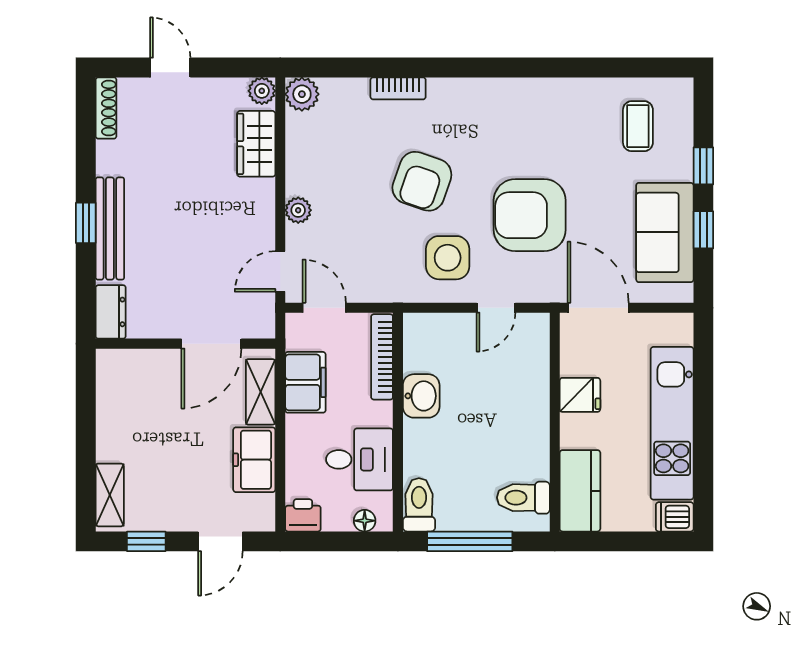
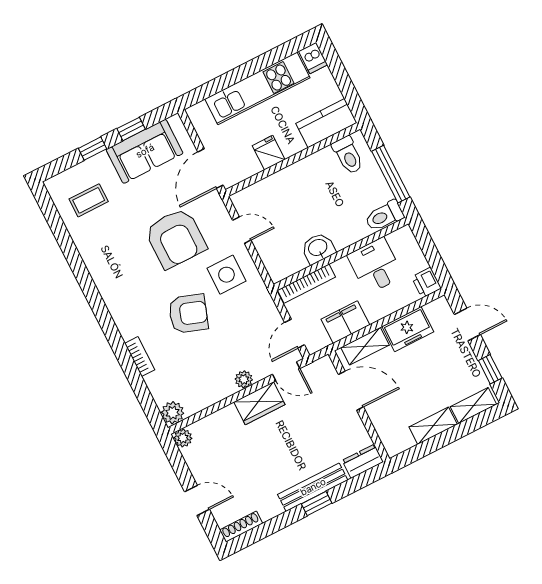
door: (170, 67) -> (197, 500), swing flipped
wardrobe: (256, 144) -> (259, 403), moved
shelving: (110, 428) -> (433, 426), added
floor lamp: (365, 521) -> (411, 244), removed

